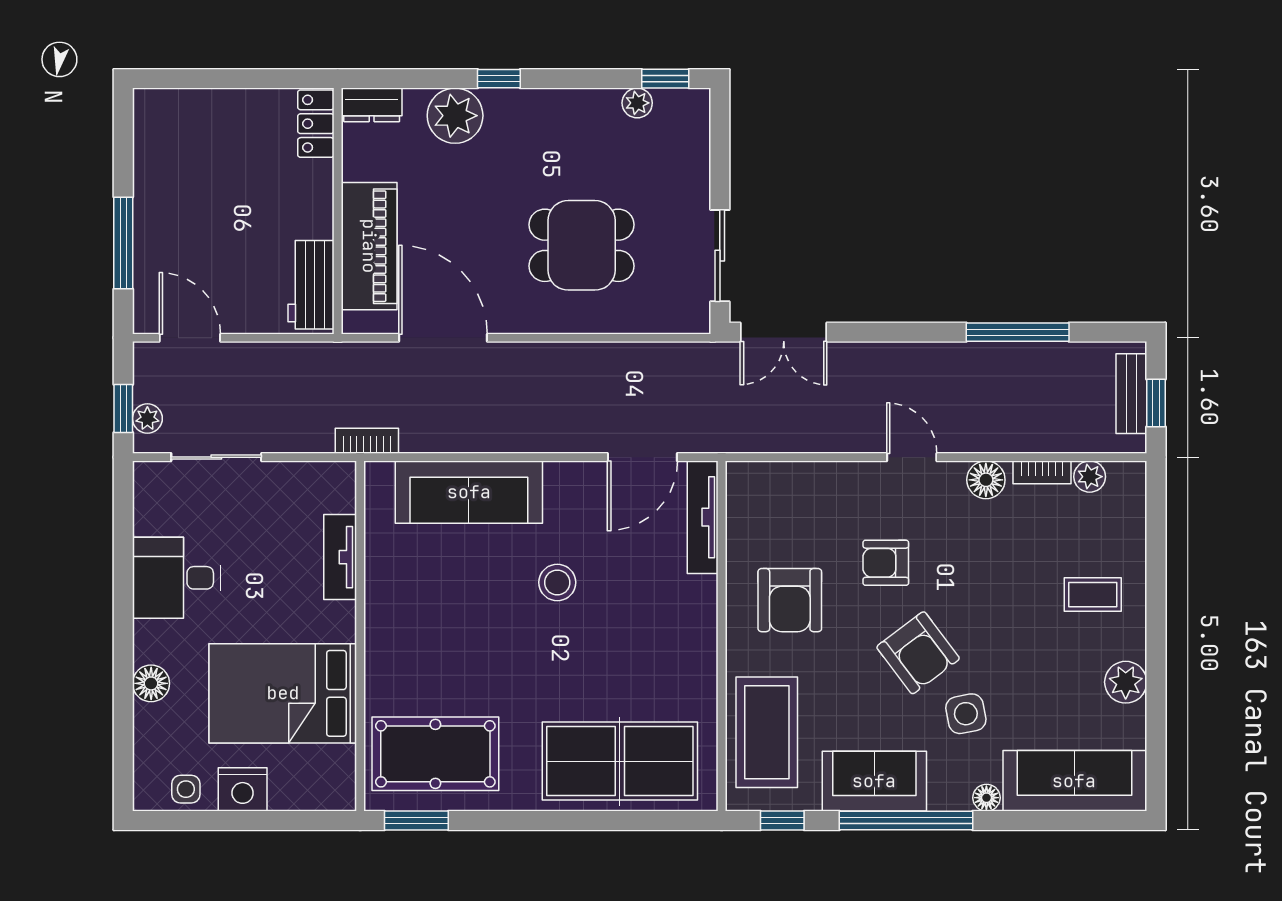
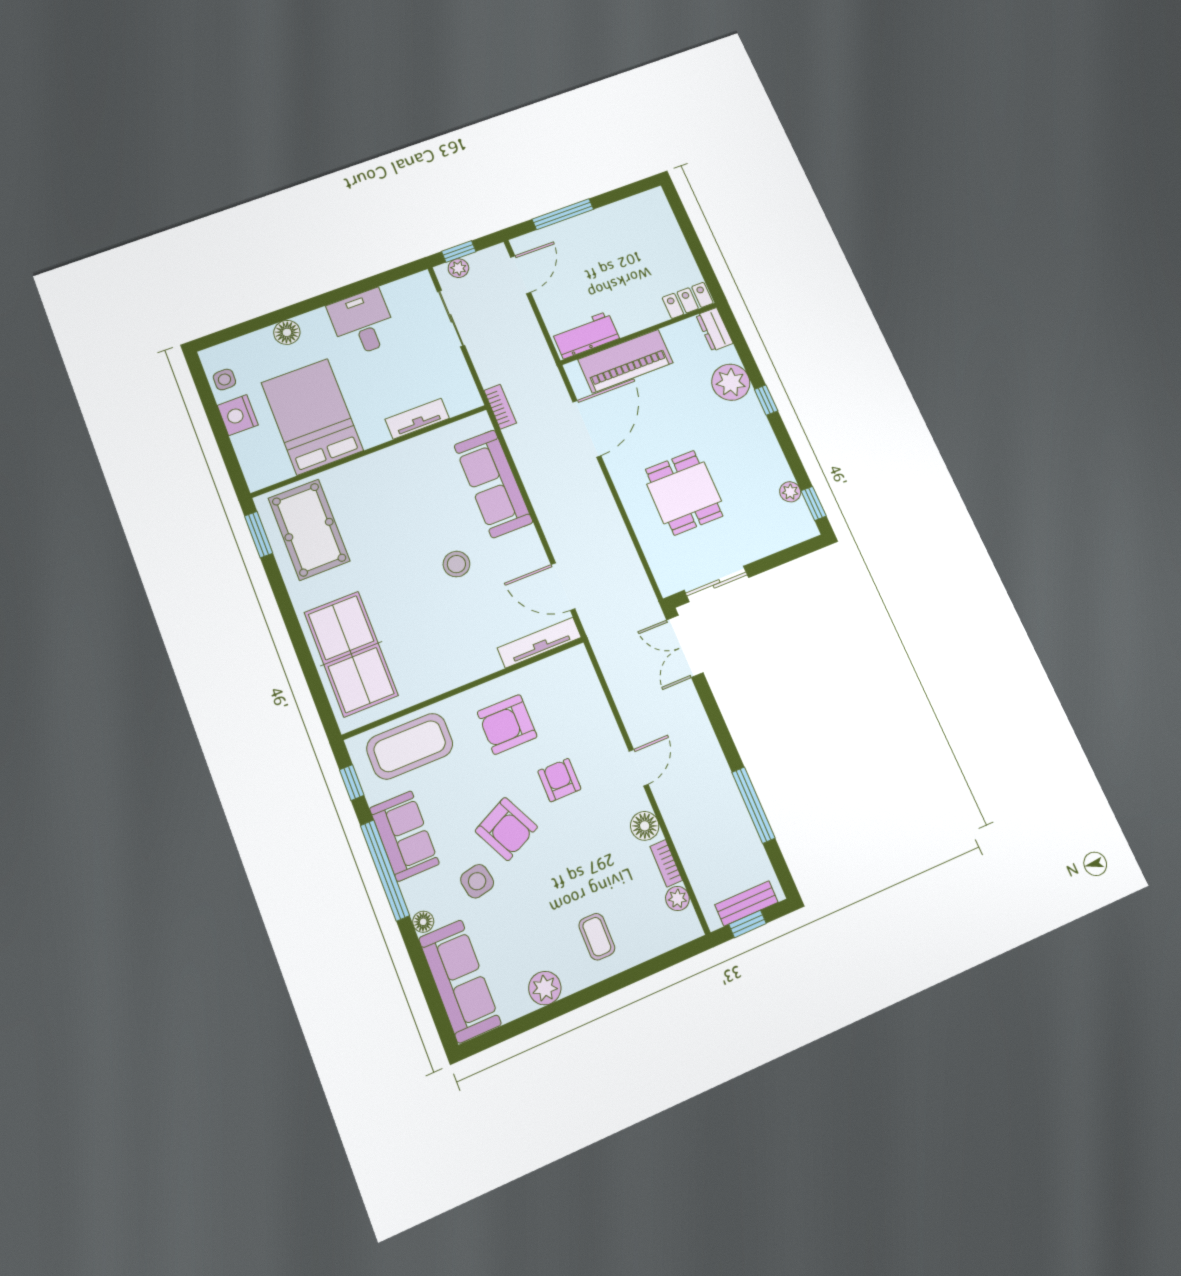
armchair: (918, 653) -> (506, 829), turned -79

